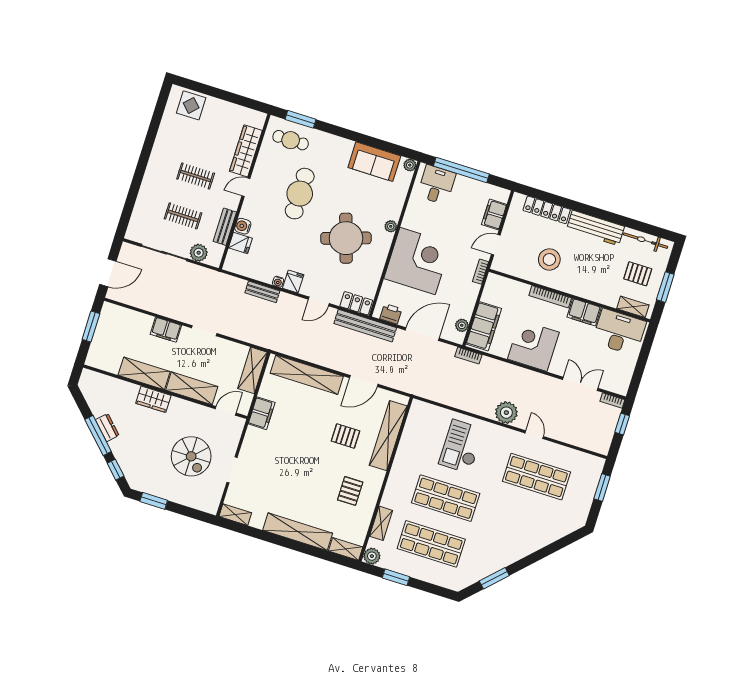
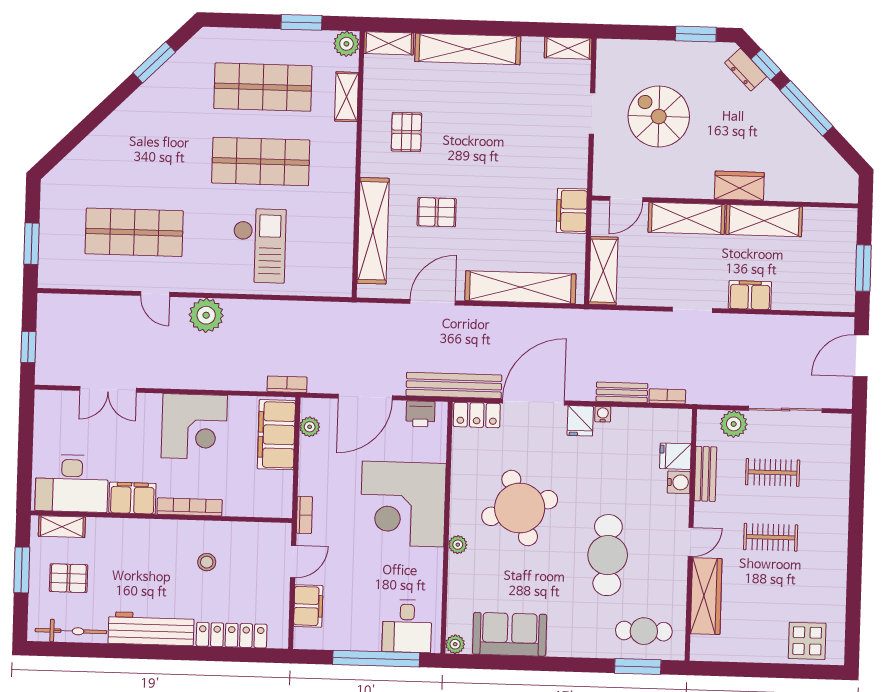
stool: (549, 259) -> (207, 562), width x0.53, depth x0.53
door: (319, 301) -> (534, 402), width x1.88
bookcase: (612, 401) -> (667, 396), moved
dresser: (107, 428) -> (746, 70), moved

